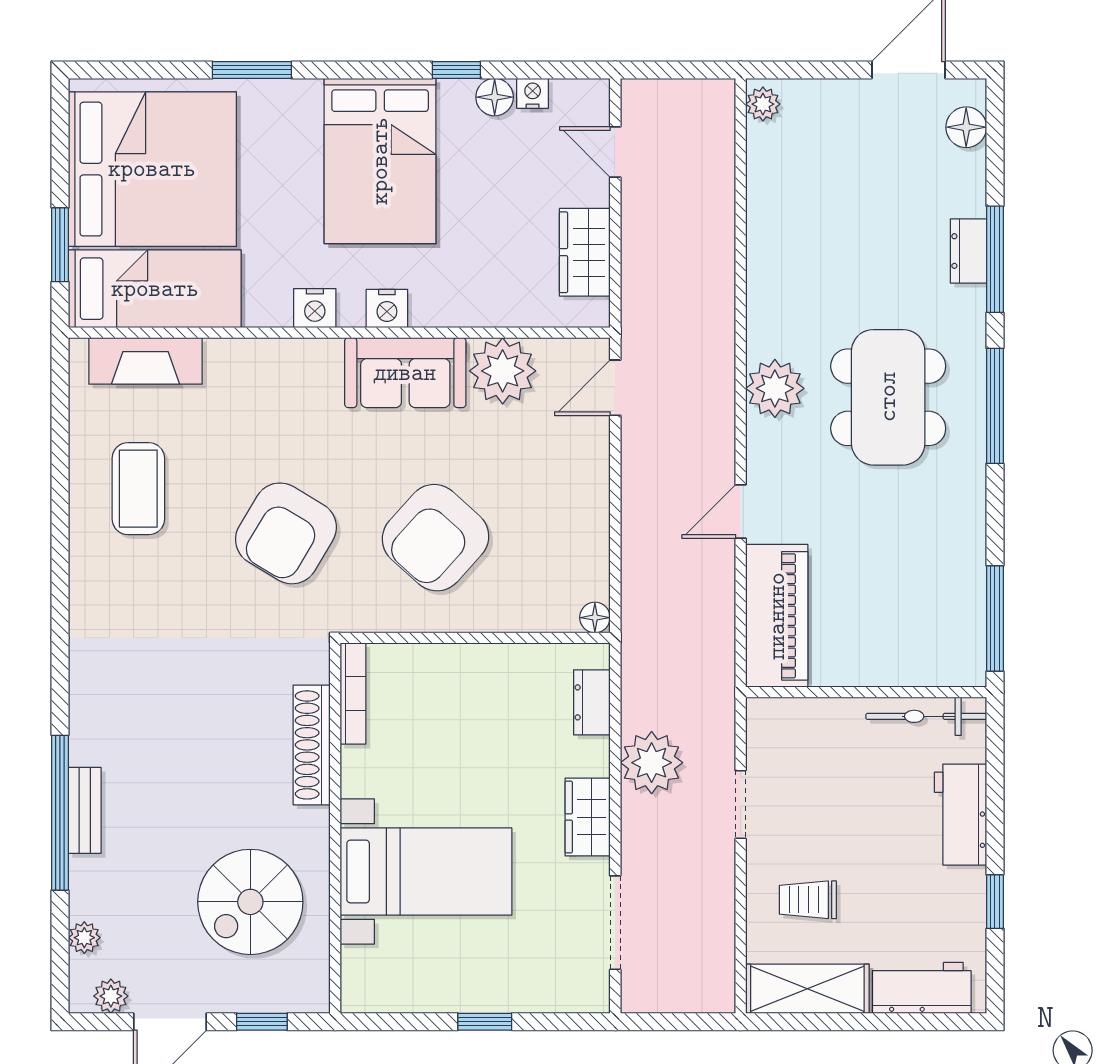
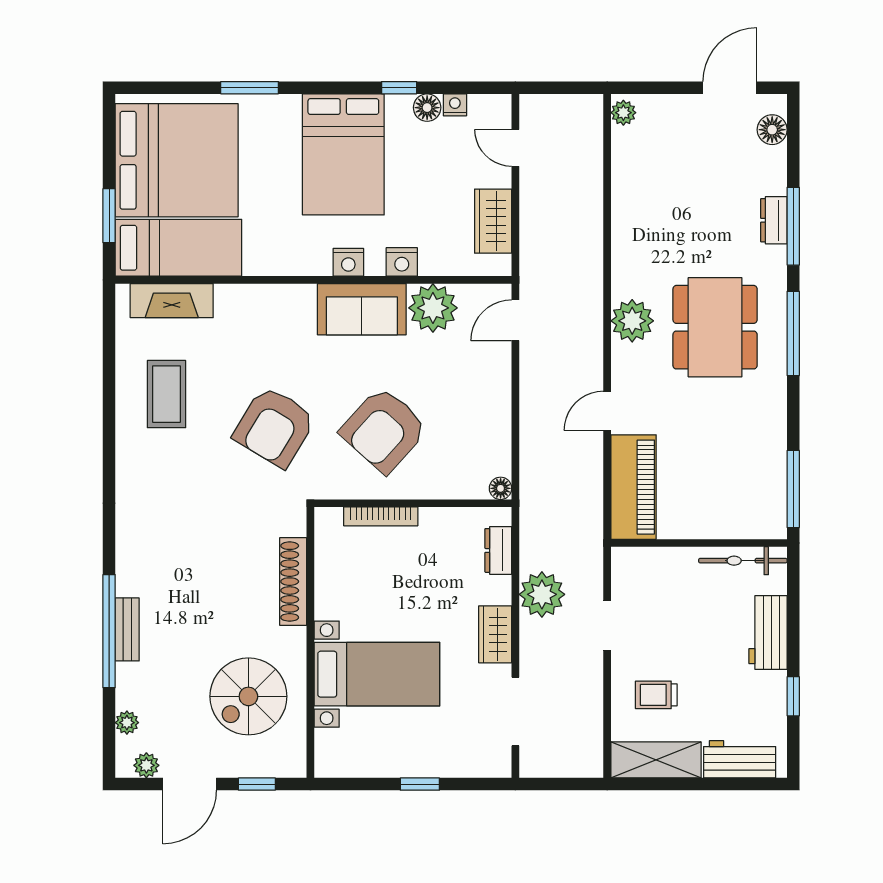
nightstand: (315, 308) -> (402, 262), moved
bookcase: (353, 693) -> (381, 516), moved, turned 90

